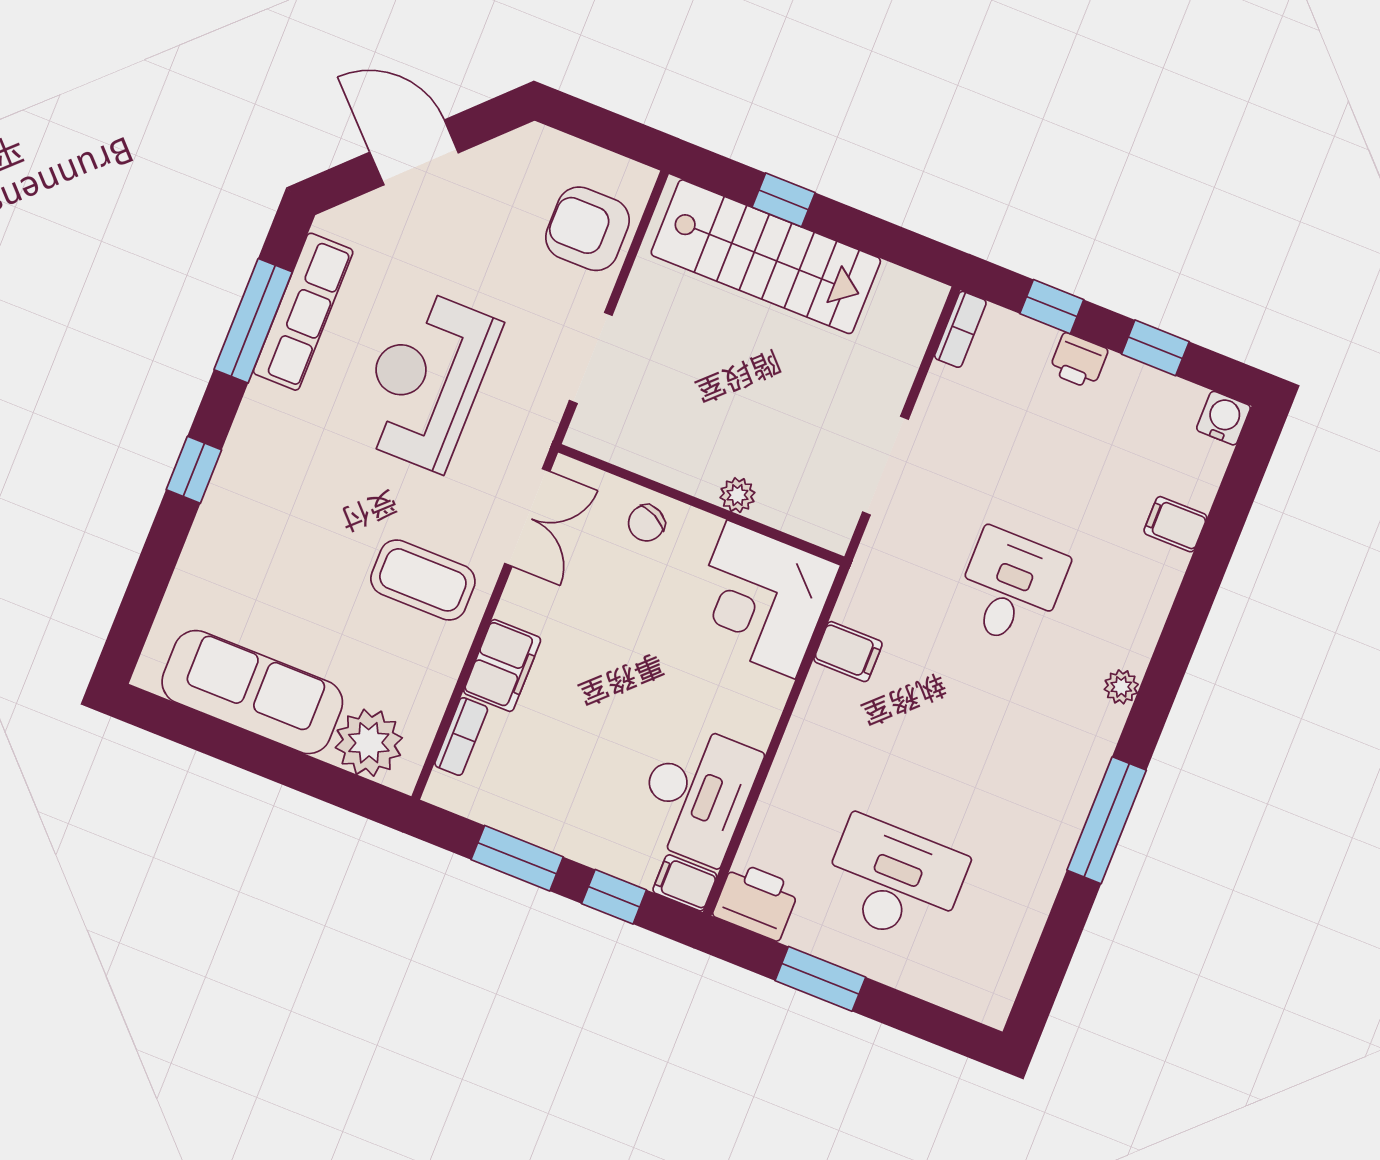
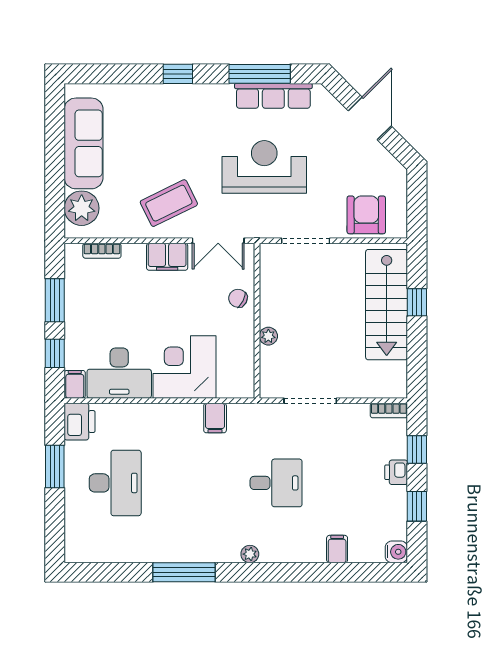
coffee table: (423, 580) -> (169, 203), turned 64
corner desk: (761, 599) -> (184, 367), moved
filing cabinet: (502, 666) -> (167, 257), moved

